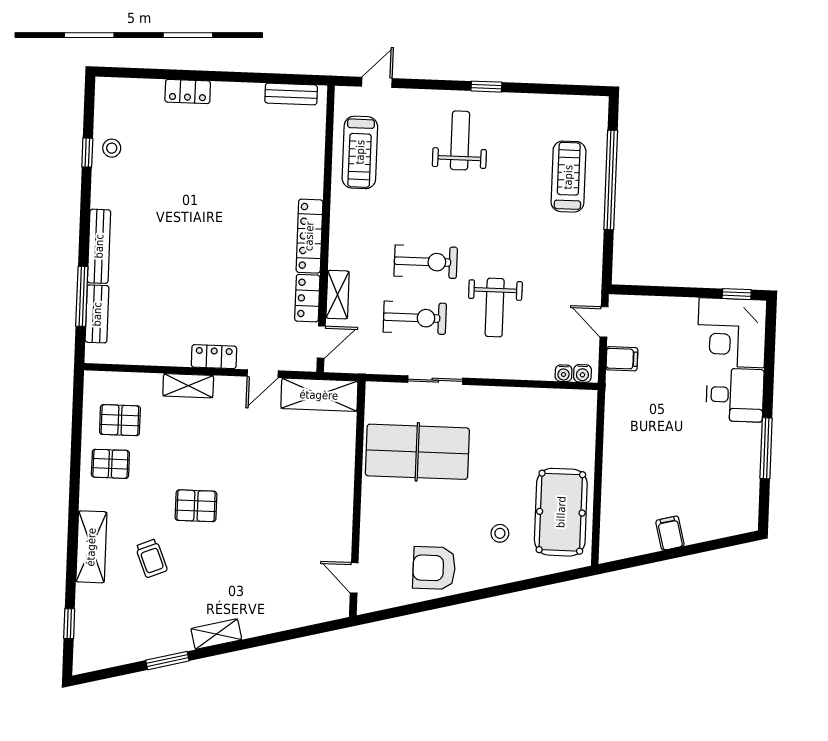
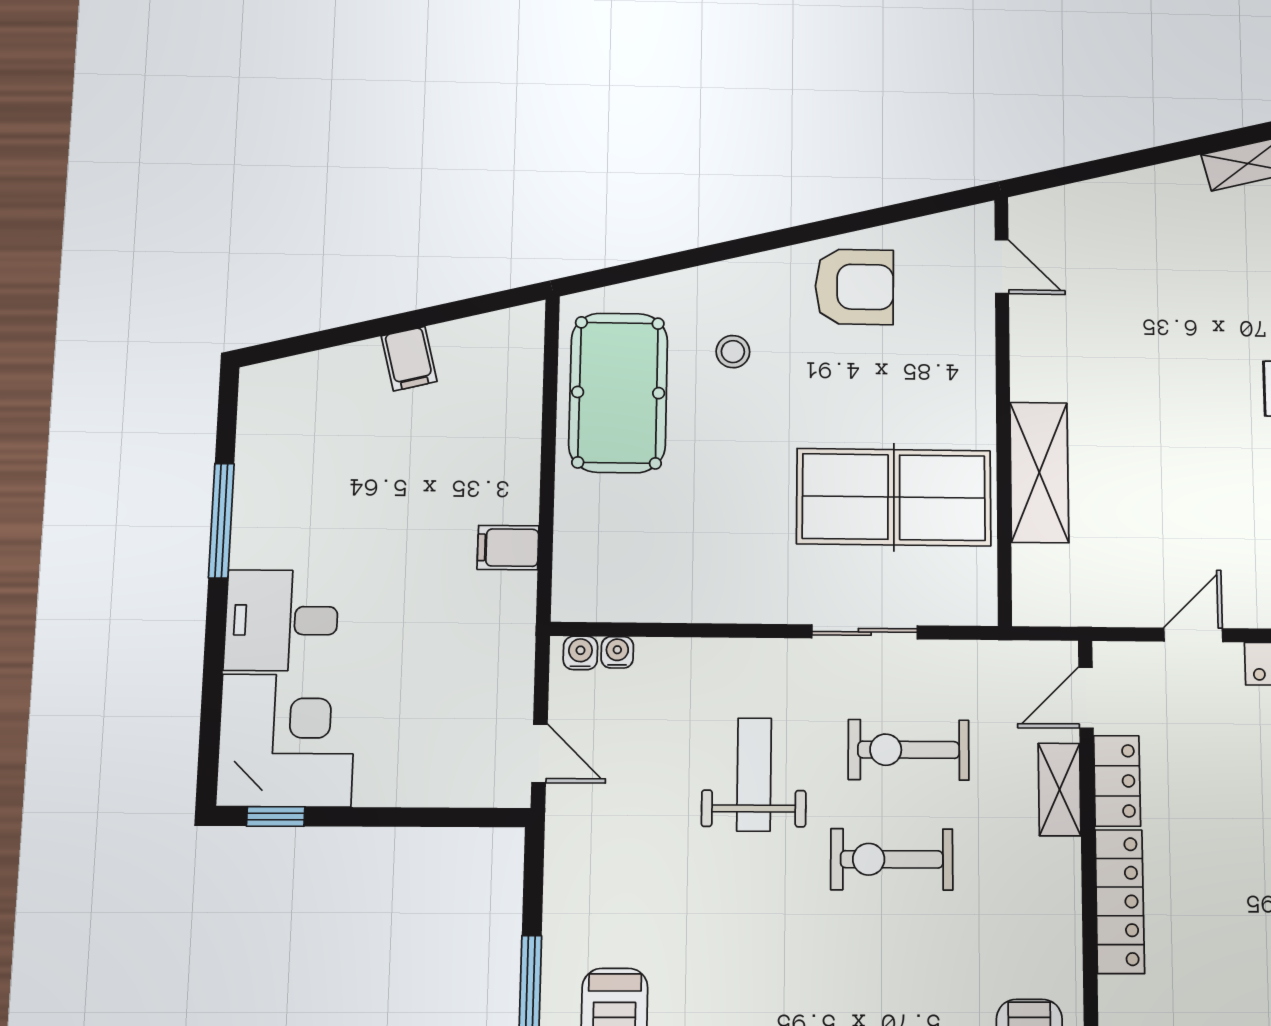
filing cabinet: (622, 359) -> (508, 548), moved
shelving: (319, 395) -> (1039, 472), moved, turned 90

